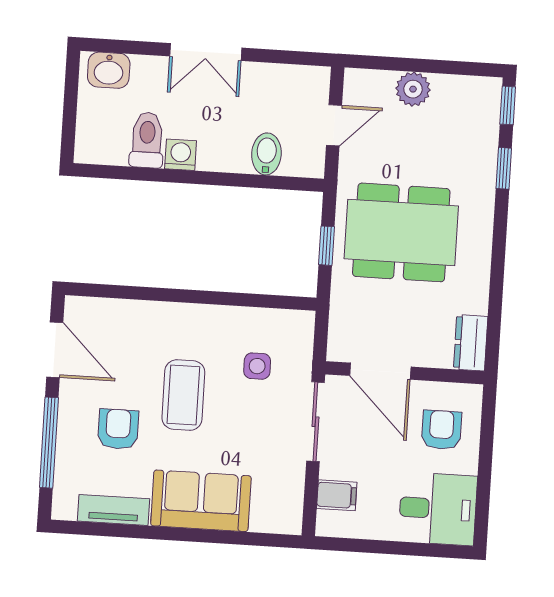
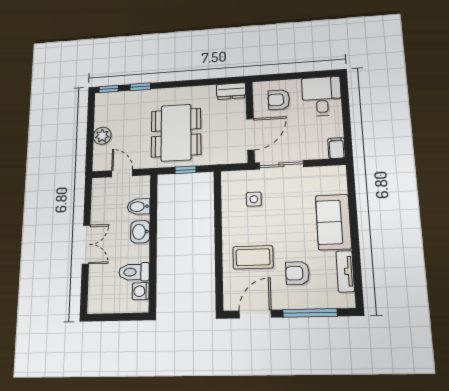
washbasin: (109, 70) -> (140, 232), moved, turned 180
washing machine: (181, 155) -> (141, 291), moved
coffee table: (183, 395) -> (253, 257), moved
filing cabinet: (337, 495) -> (337, 148), moved

